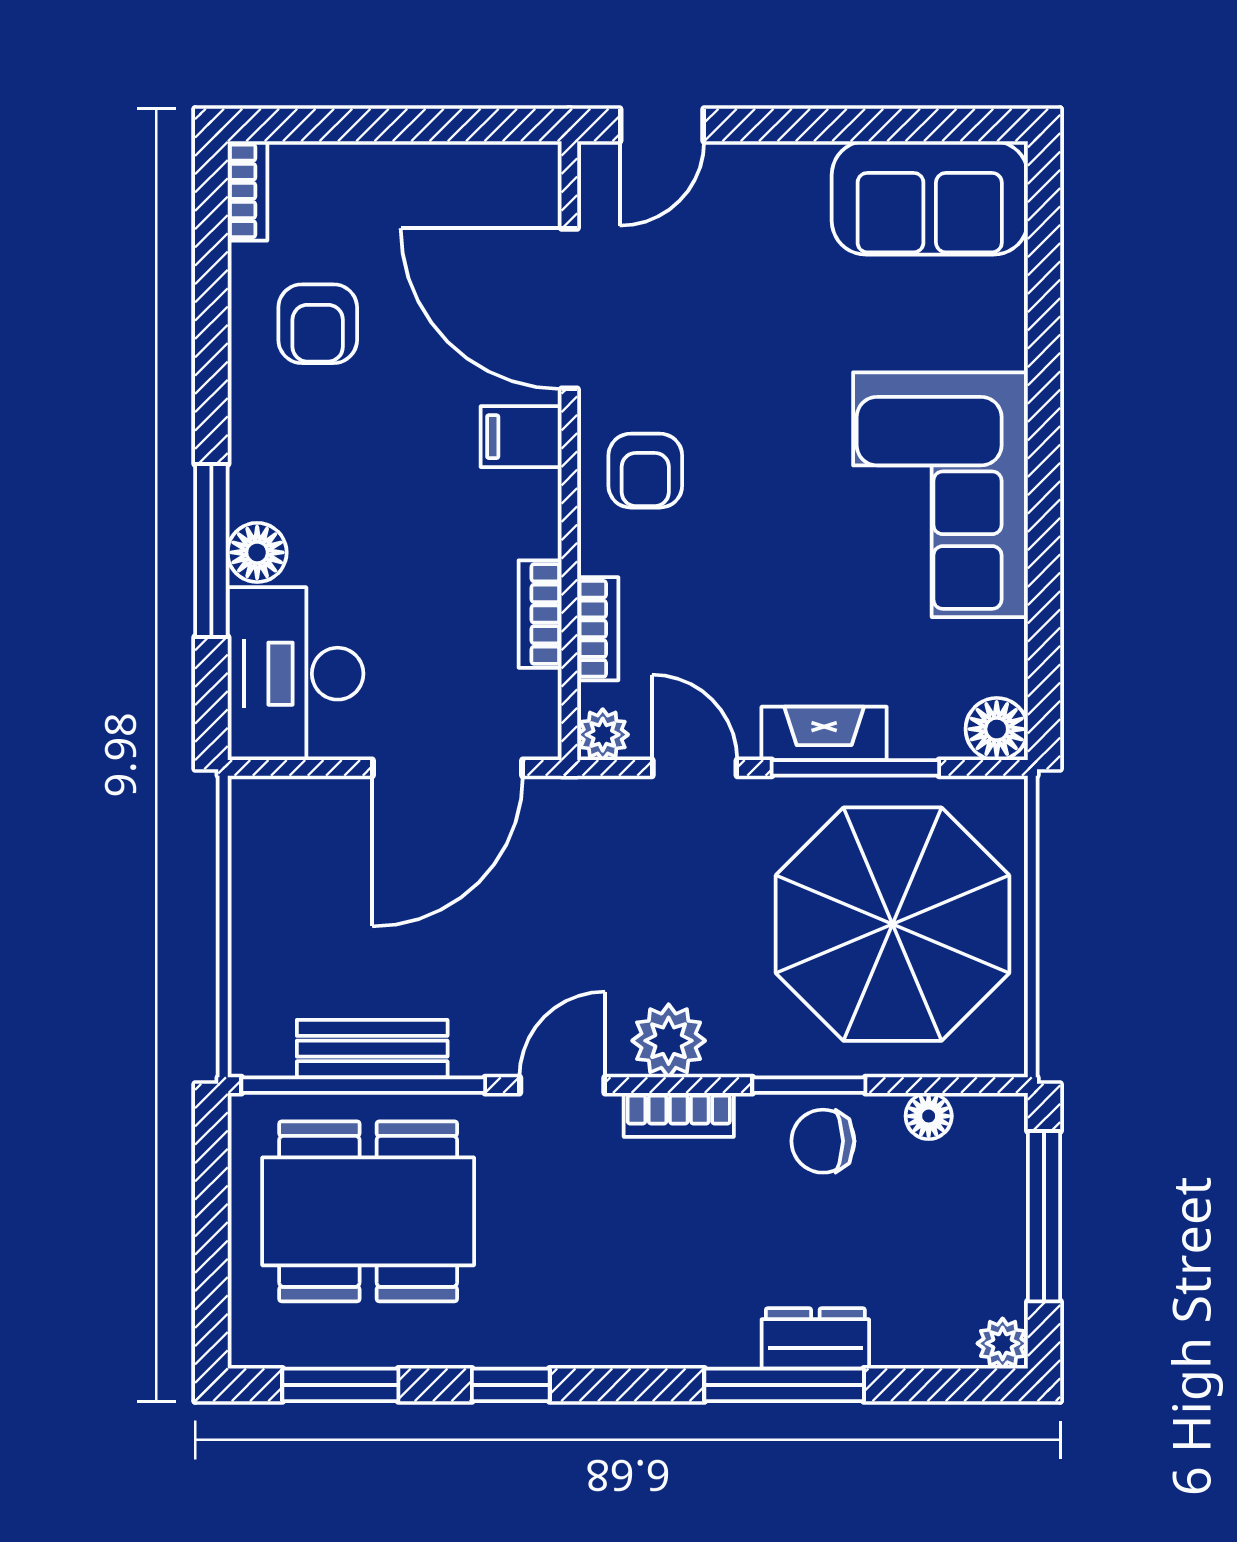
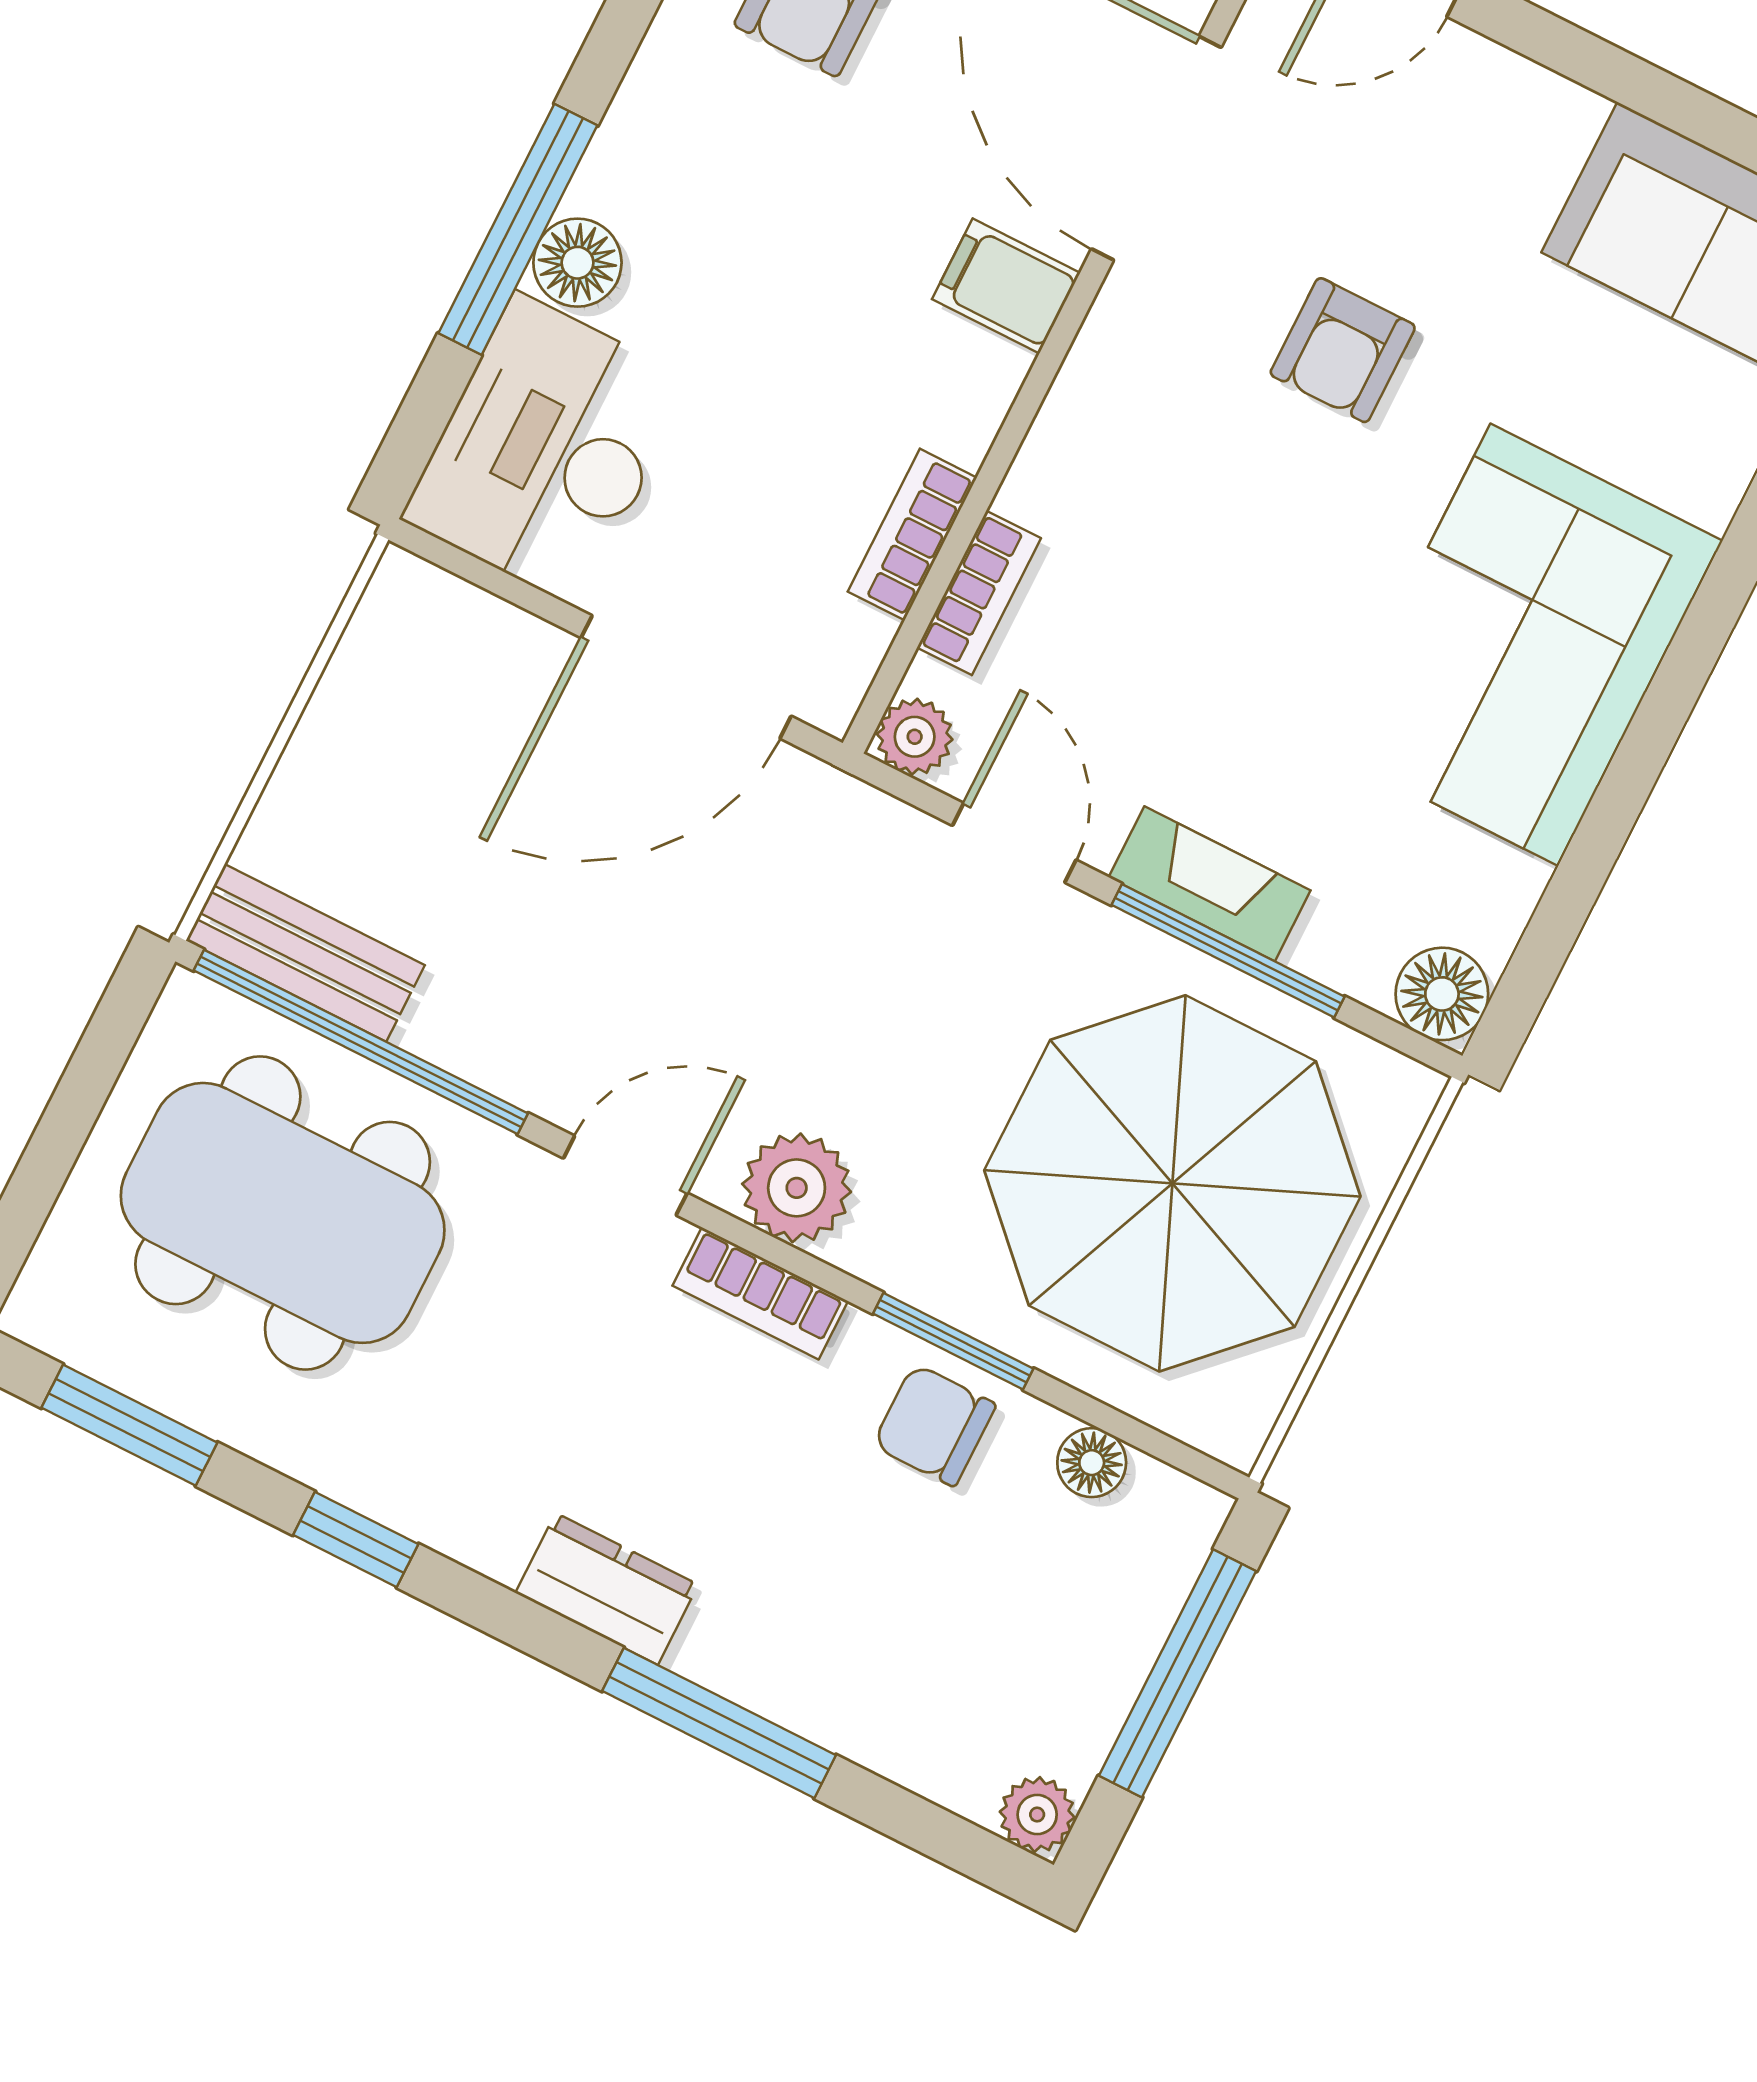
armchair: (645, 471) -> (1343, 350), moved
bench: (372, 1049) -> (305, 953), moved
dresser: (815, 1338) -> (607, 1589), moved

